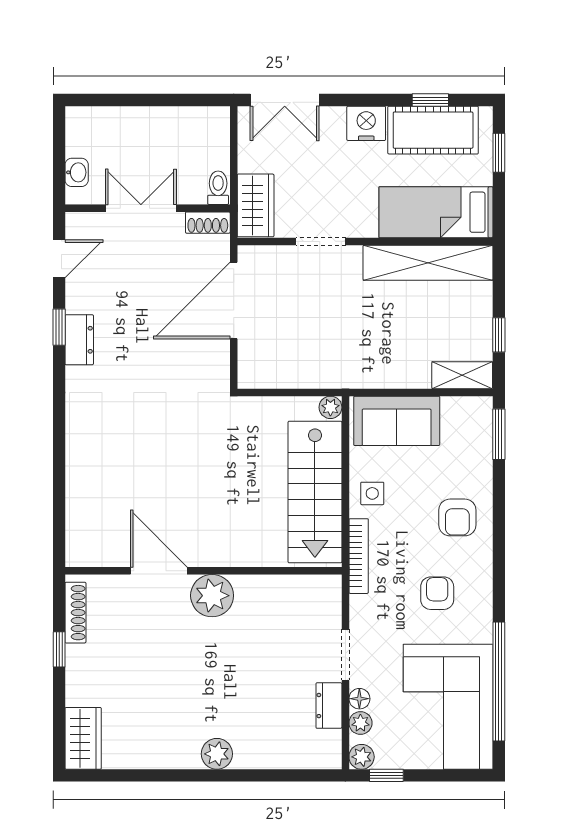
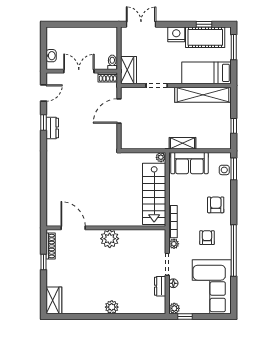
double door: (285, 100) -> (141, 24), swing flipped
window: (499, 153) -> (234, 47), width x1.50
door: (234, 301) -> (119, 111), width x0.73
shelving: (462, 375) -> (182, 143), moved
side table: (372, 493) -> (224, 170), moved
armchair: (457, 517) -> (216, 205), turned 180
door: (159, 571) -> (73, 228), moved
window: (499, 681) -> (234, 251), moved
plant: (360, 723) -> (174, 244), moved

